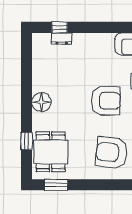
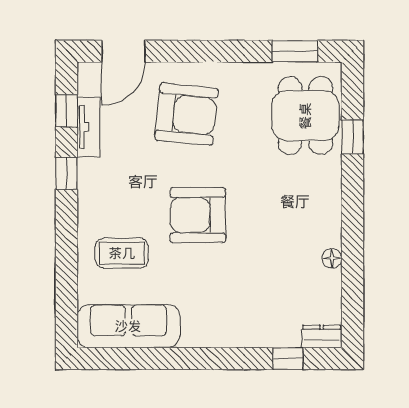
dresser: (62, 39) -> (322, 337), moved
floor lamp: (42, 102) -> (332, 258), moved, width x0.53, depth x0.53

